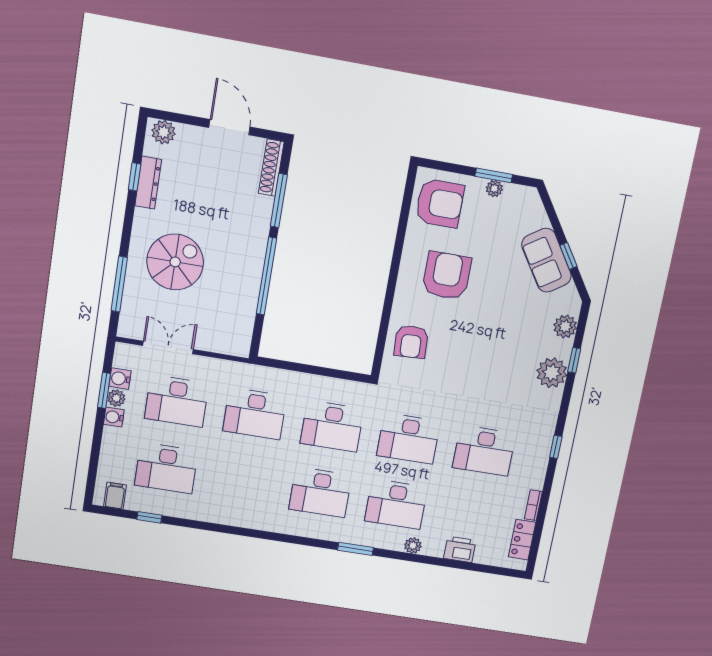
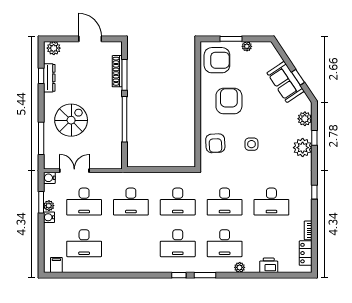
shoe rack: (271, 168) -> (117, 71), moved
window: (494, 175) -> (231, 39), moved
side table: (470, 353) -> (251, 144), added
water cooler: (120, 379) -> (49, 178), moved
window: (149, 517) -> (179, 275), moved

